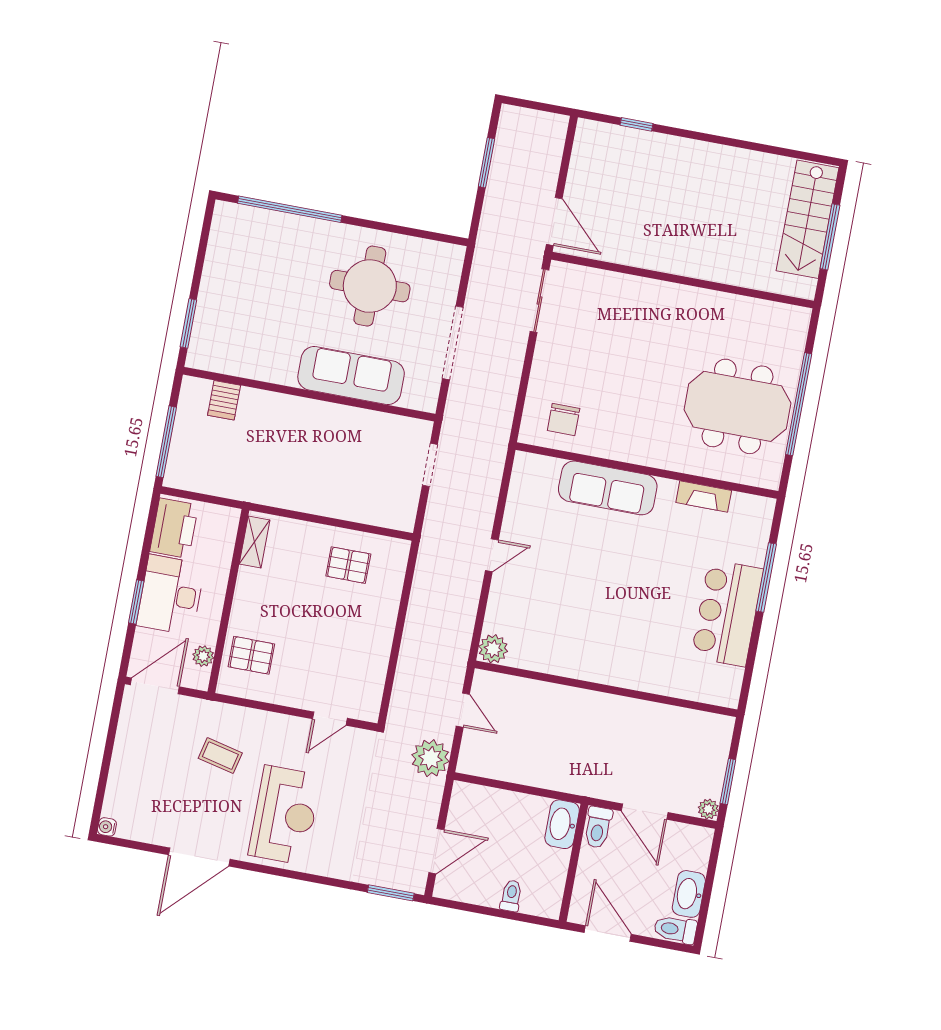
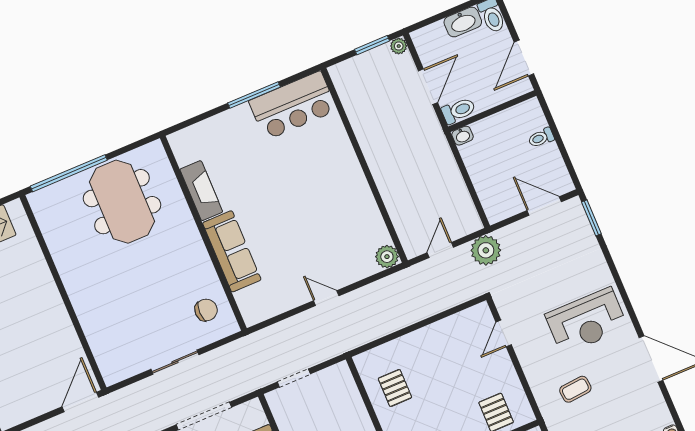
sliding door: (539, 301) -> (175, 362), moved
window: (799, 404) -> (69, 173), moved
fireplace: (704, 496) -> (201, 191), width x1.37, depth x1.32
window: (766, 577) -> (254, 95), moved
bar counter: (727, 613) -> (293, 106), moved
door: (330, 719) -> (504, 333), swing flipped
coffee table: (220, 756) -> (575, 389), turned 72
reception desk: (285, 815) -> (586, 321), turned 180
washbasin: (562, 824) -> (462, 136), width x0.52, depth x0.69

